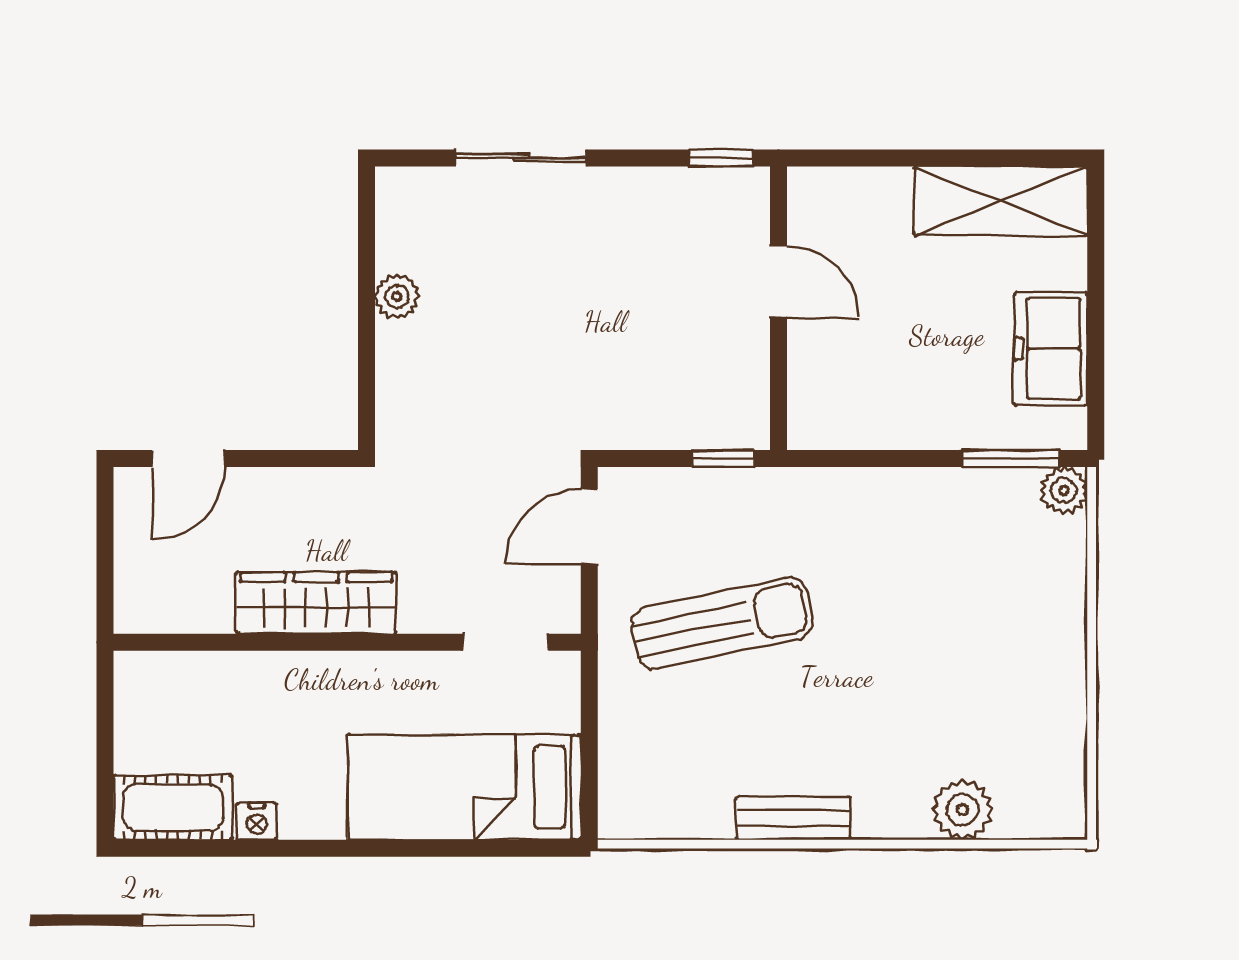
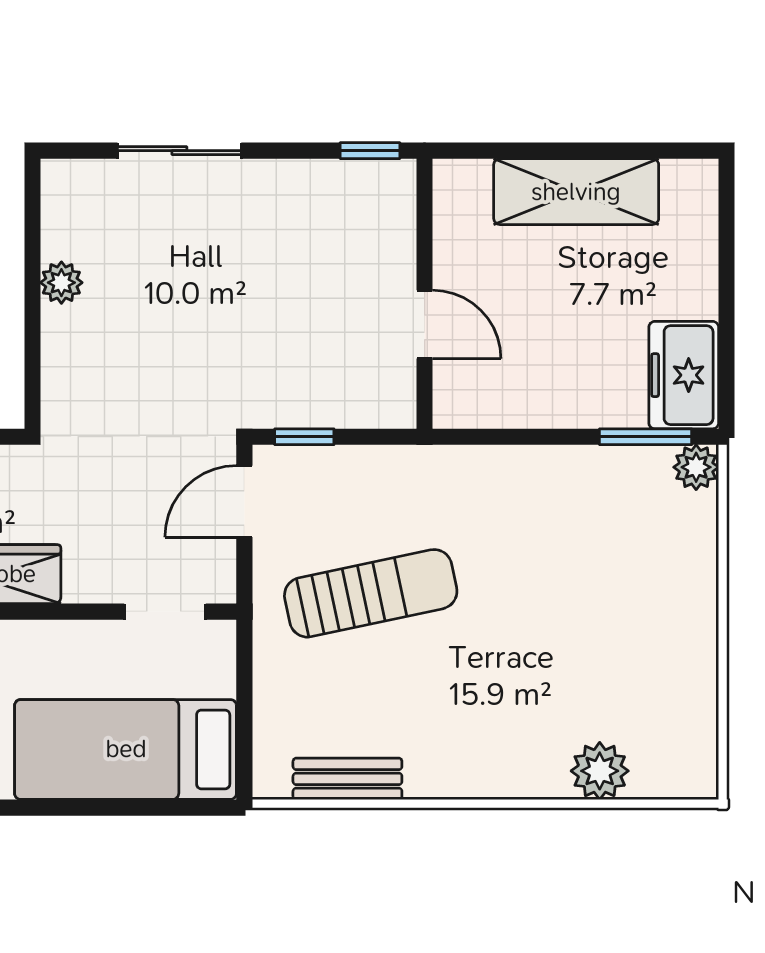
shelving: (1001, 201) -> (576, 192), moved
door: (779, 282) -> (425, 324), moved
freezer: (1051, 349) -> (684, 375), moved
window: (723, 459) -> (304, 437), moved
bench: (793, 818) -> (347, 779), moved

